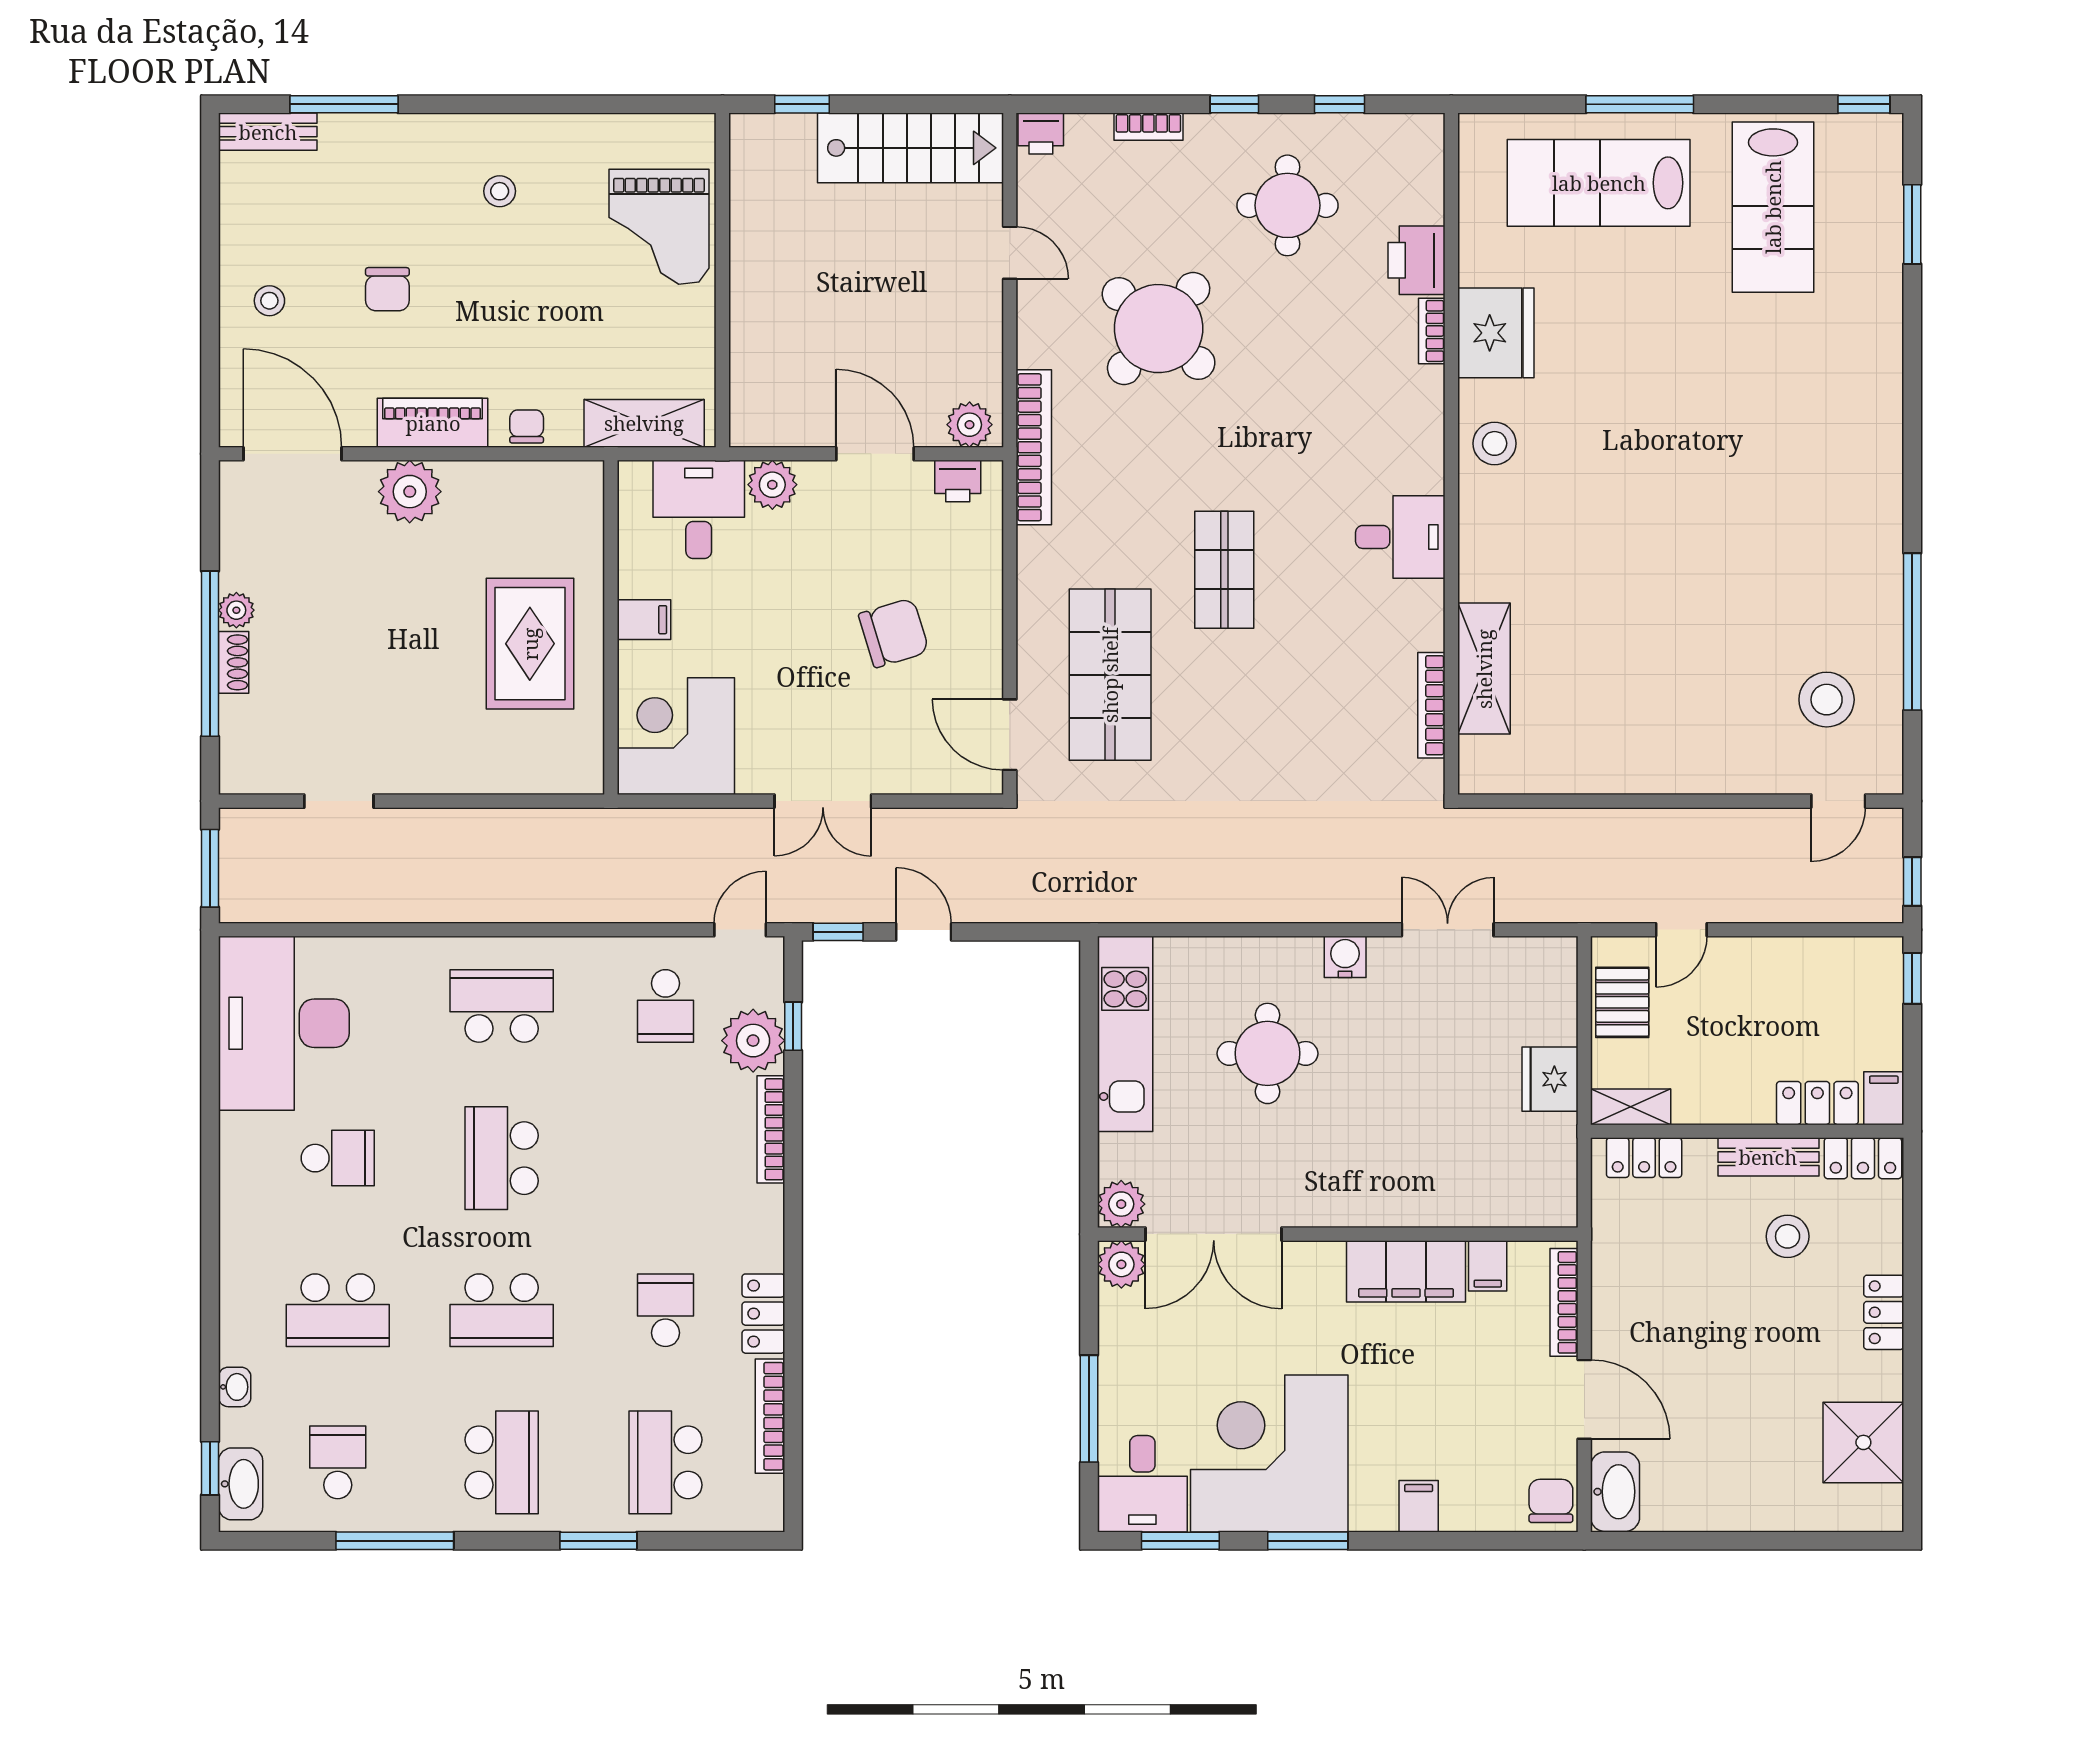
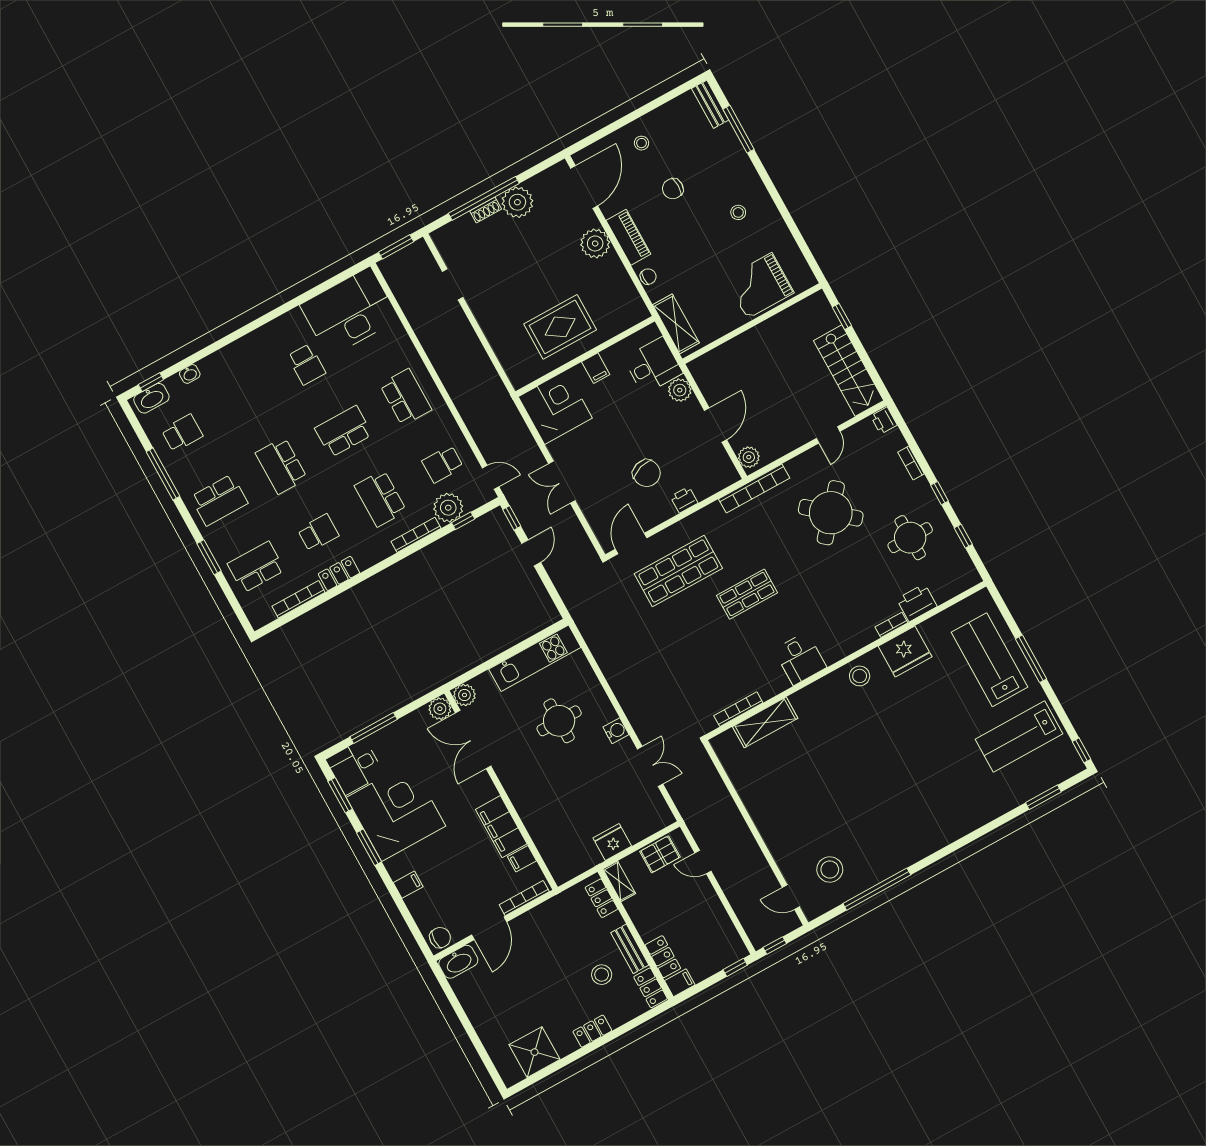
printer: (958, 481) -> (684, 500), moved, turned 90
plant: (236, 610) -> (517, 202), width x1.87, depth x1.87
school desk: (338, 1310) -> (380, 498), moved

